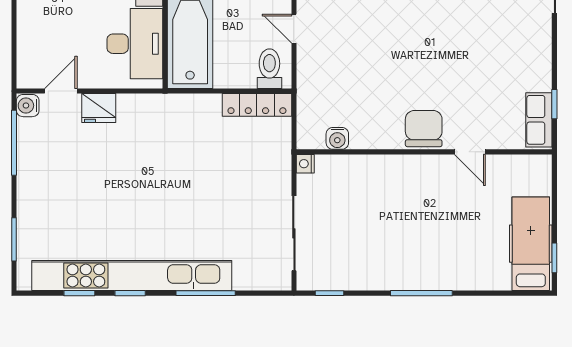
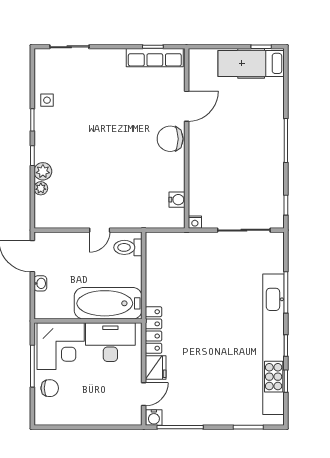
door: (61, 91) -> (144, 394), swing flipped
locker: (257, 105) -> (153, 330), moved
row of seats: (539, 120) -> (155, 58), width x1.48
door: (470, 152) -> (187, 106), width x1.38

